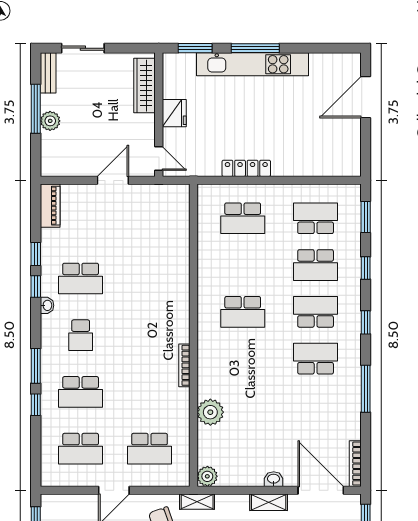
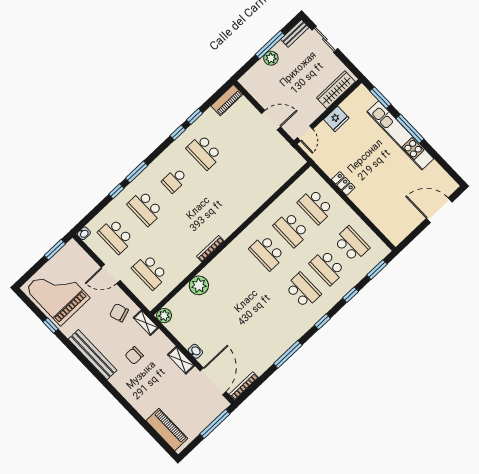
locker: (246, 168) -> (343, 184), width x0.66
washbasin: (47, 305) -> (84, 233), moved
school desk: (316, 359) -> (291, 229), moved, turned 180

